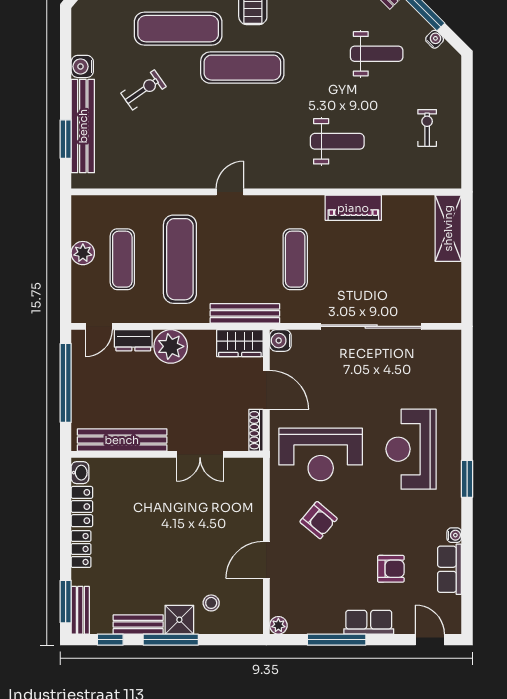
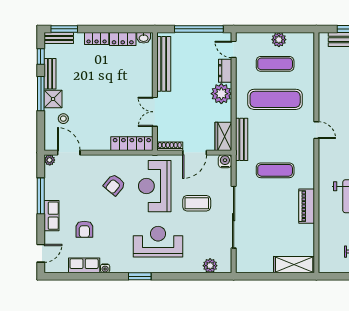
plant: (450, 365) -> (210, 266), added
coffee table: (349, 386) -> (197, 203), added
locker: (252, 492) -> (132, 144), added
door: (266, 560) -> (69, 153), moved

